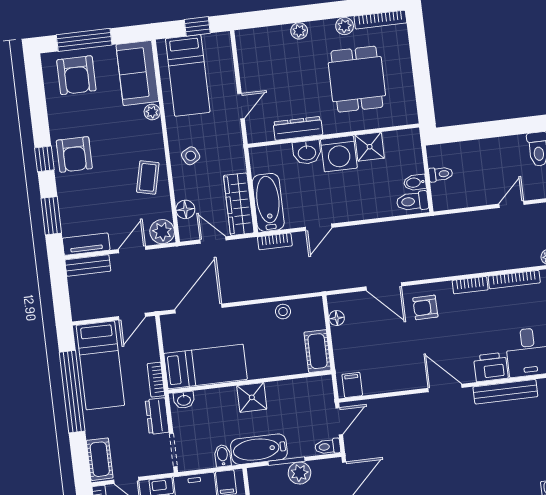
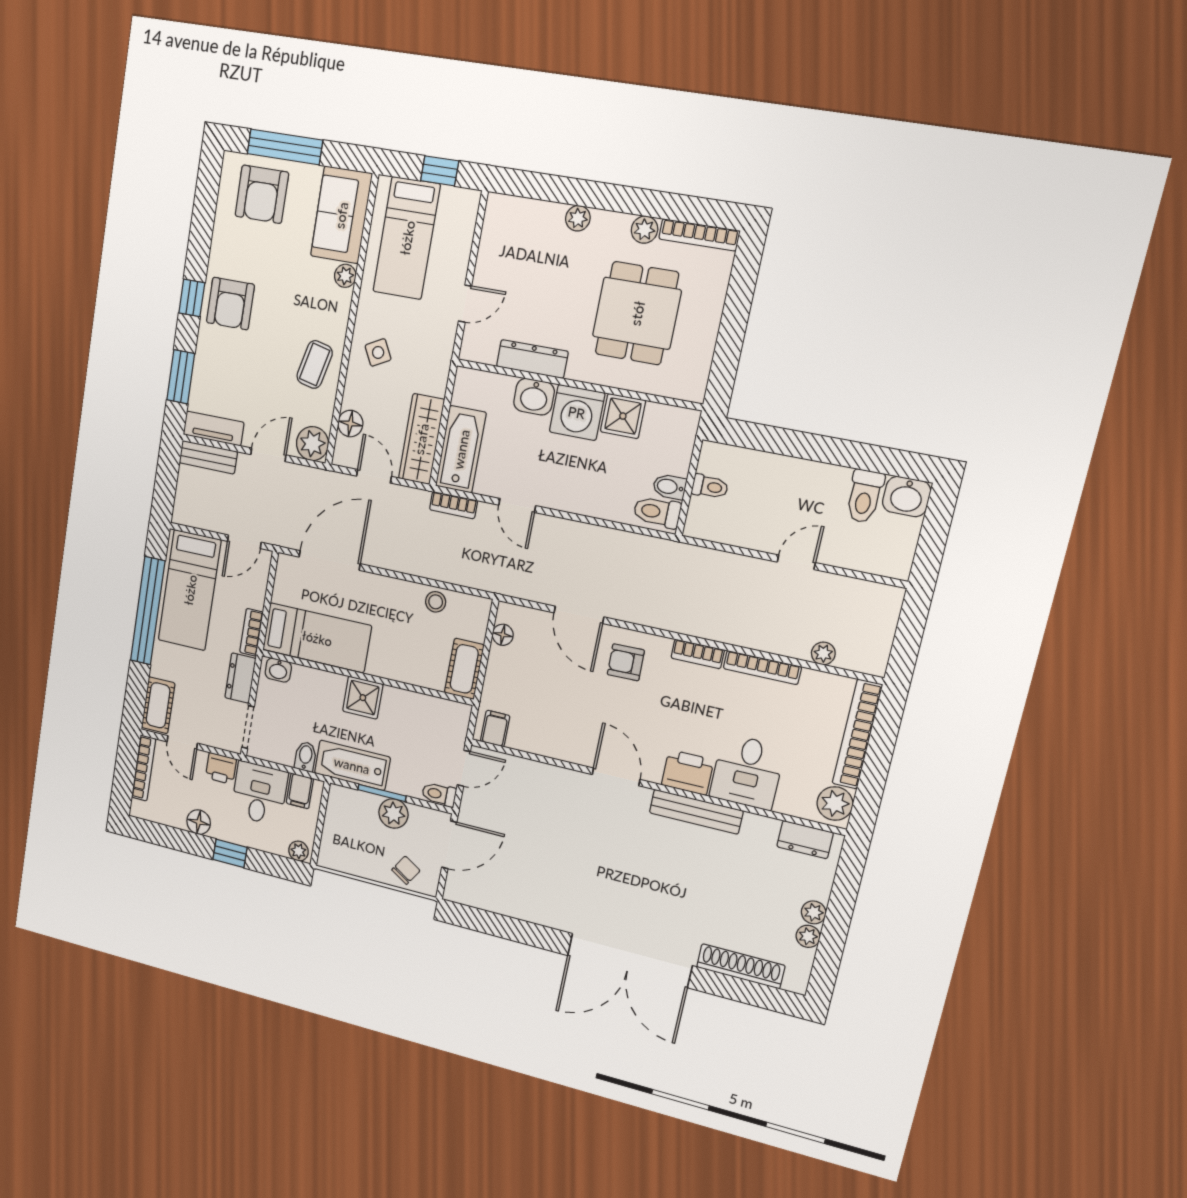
door: (319, 227) -> (517, 505), hinge flipped

